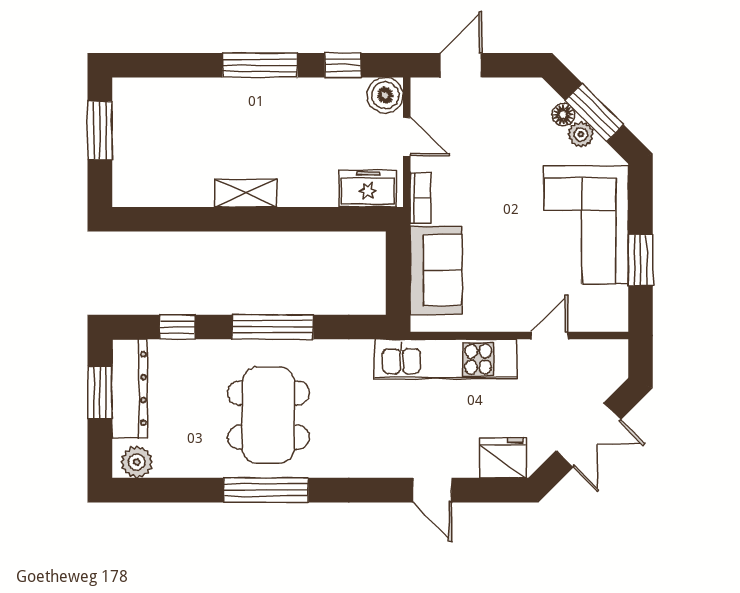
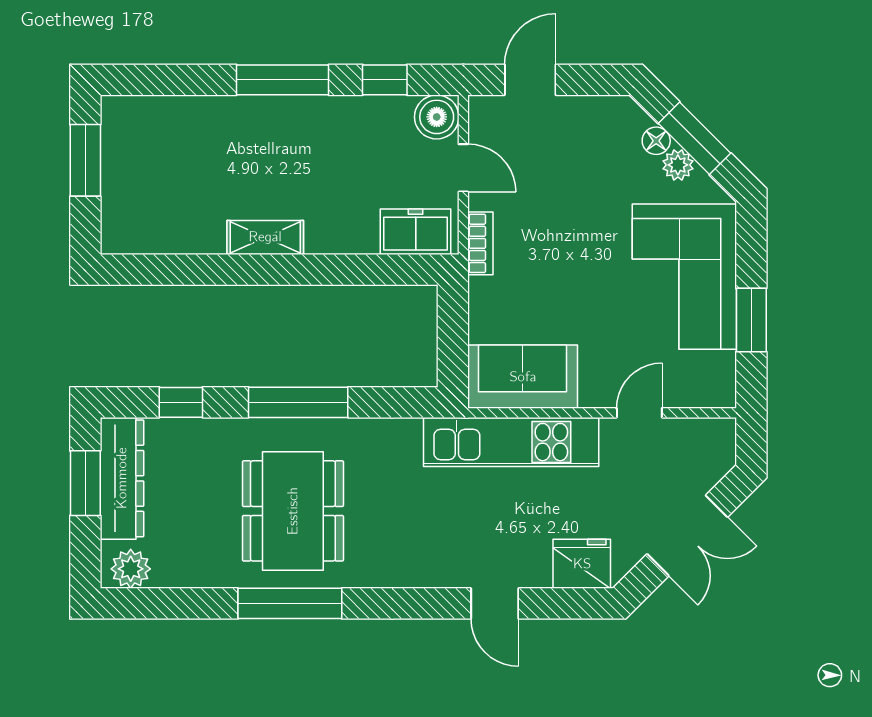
sofa: (436, 270) -> (523, 377), moved, turned -90

